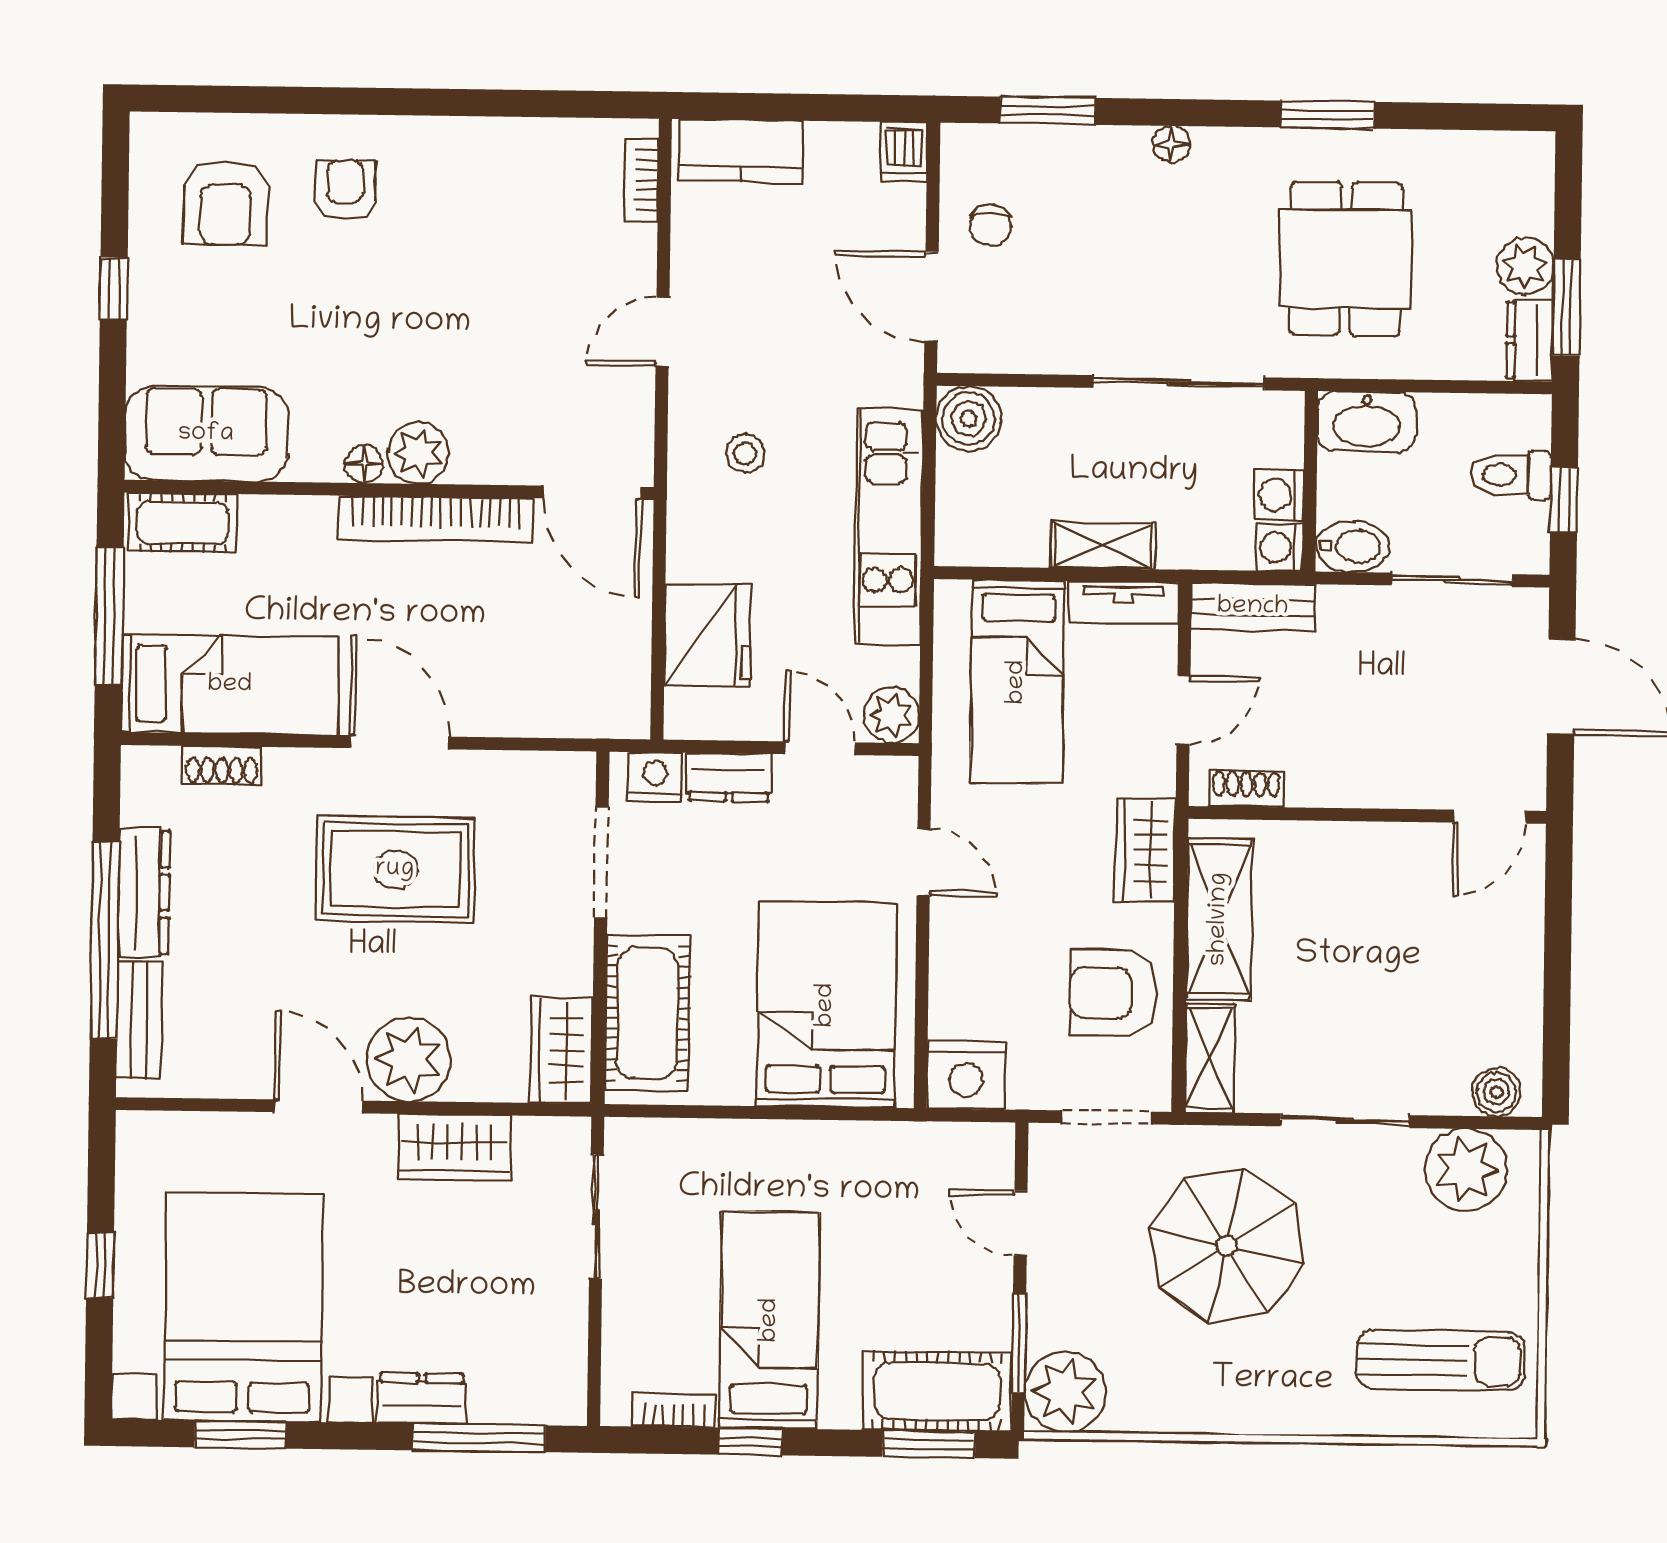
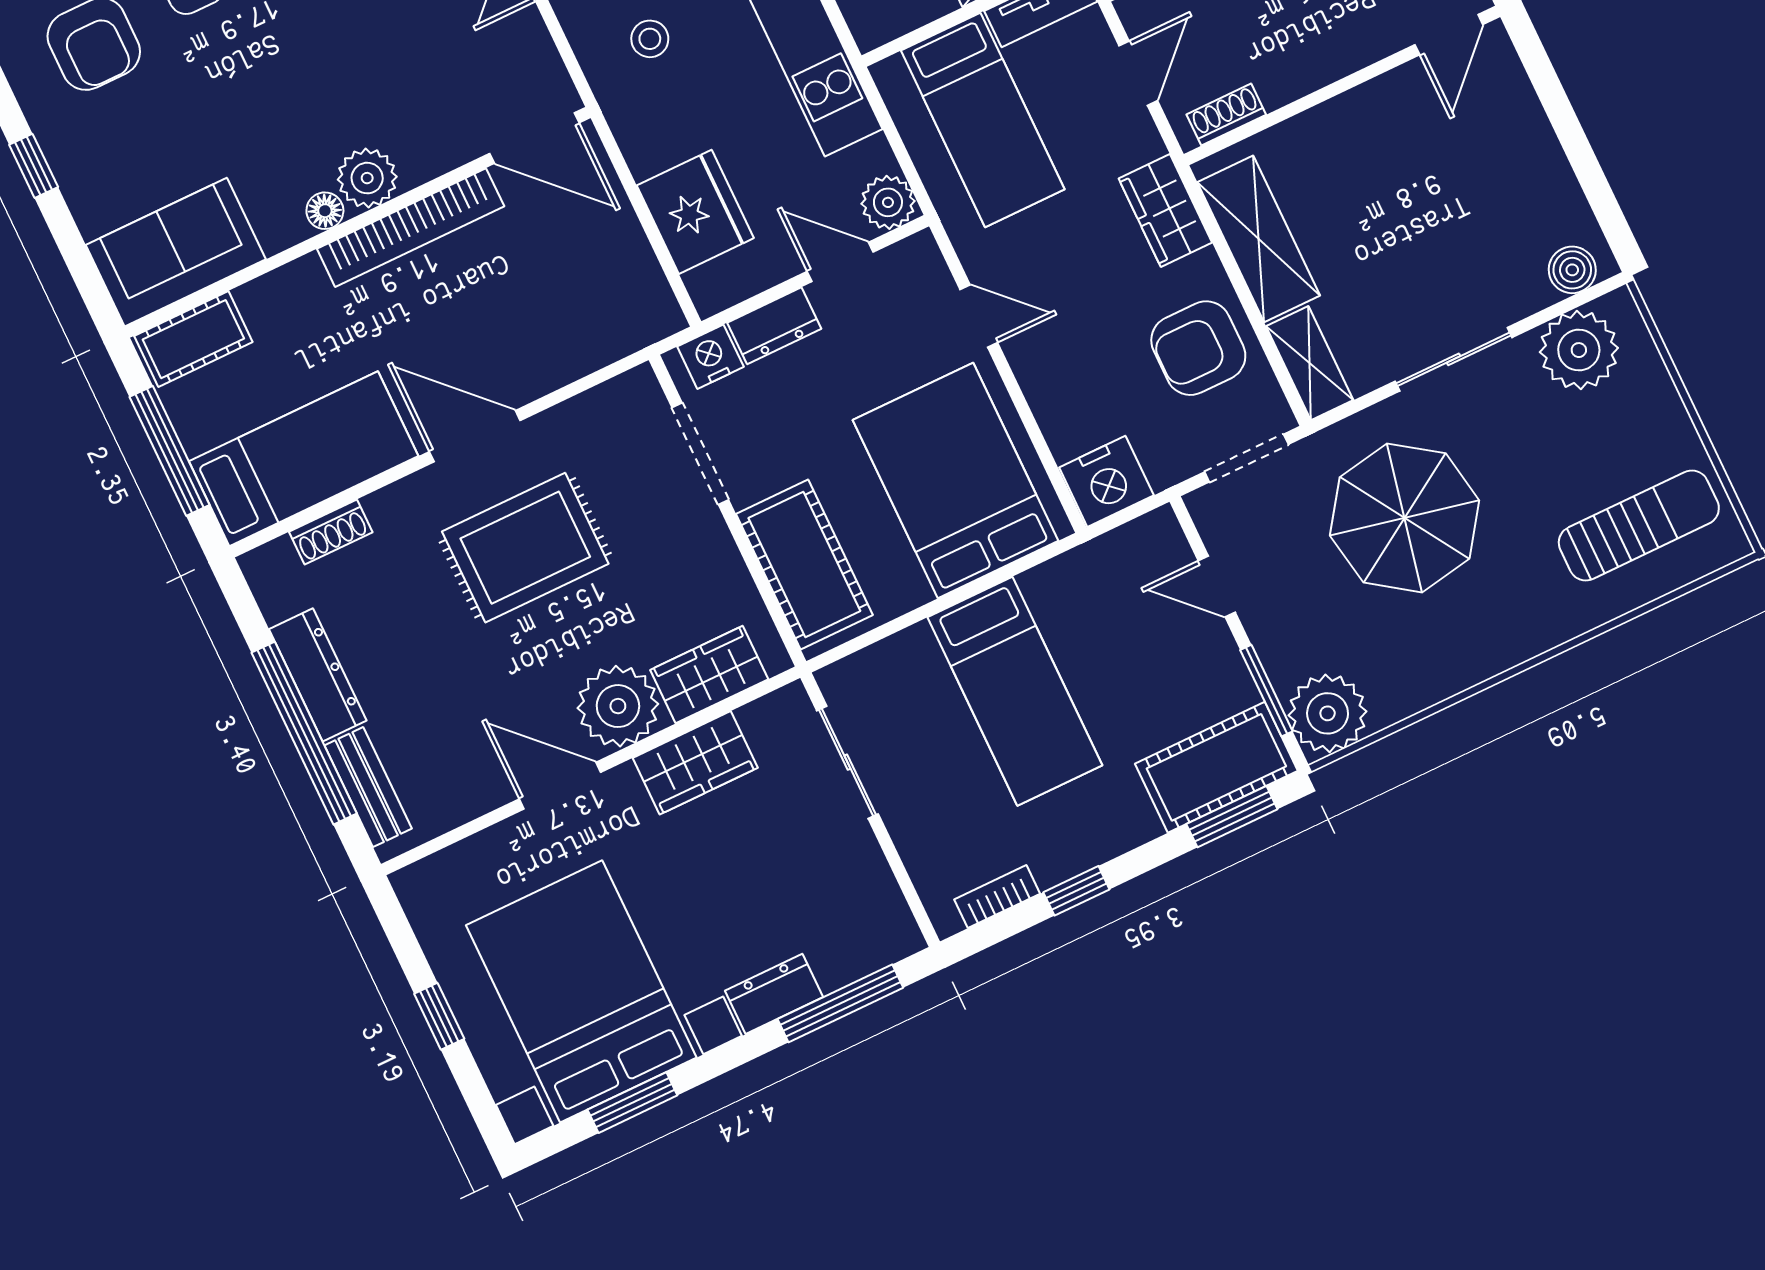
wardrobe: (561, 1050) -> (709, 675), moved, turned 90
bed: (770, 1320) -> (1015, 691), moved, turned 180

